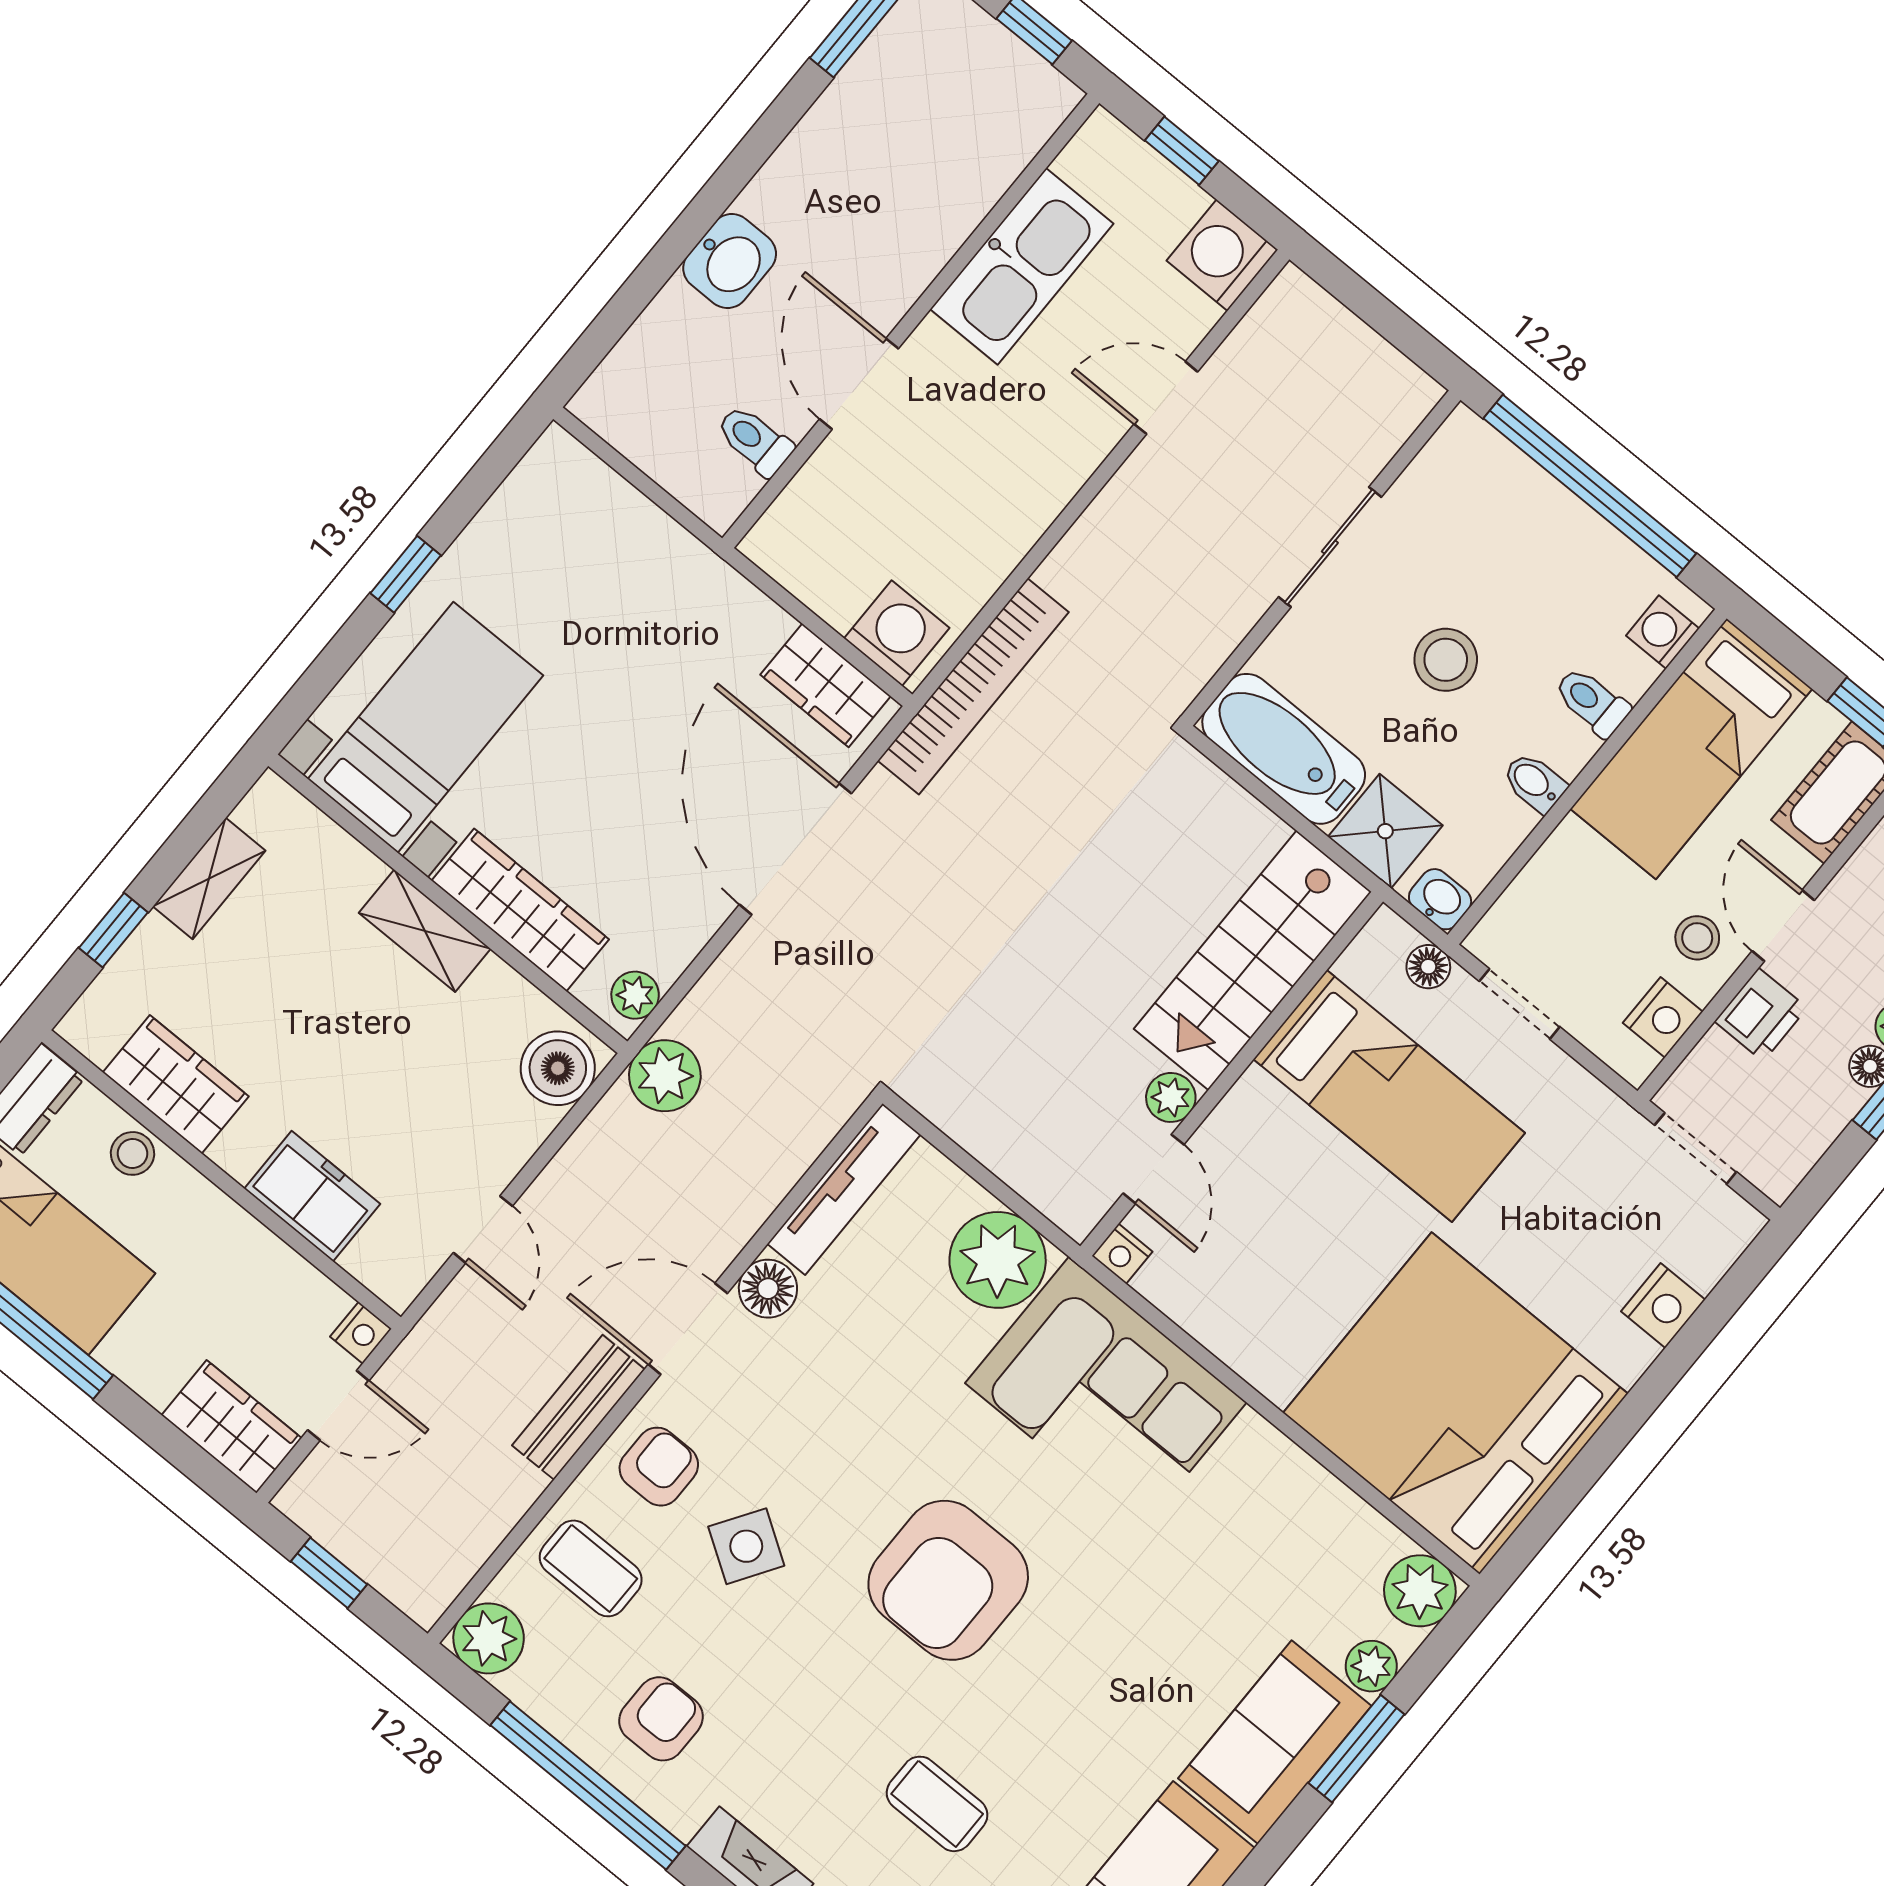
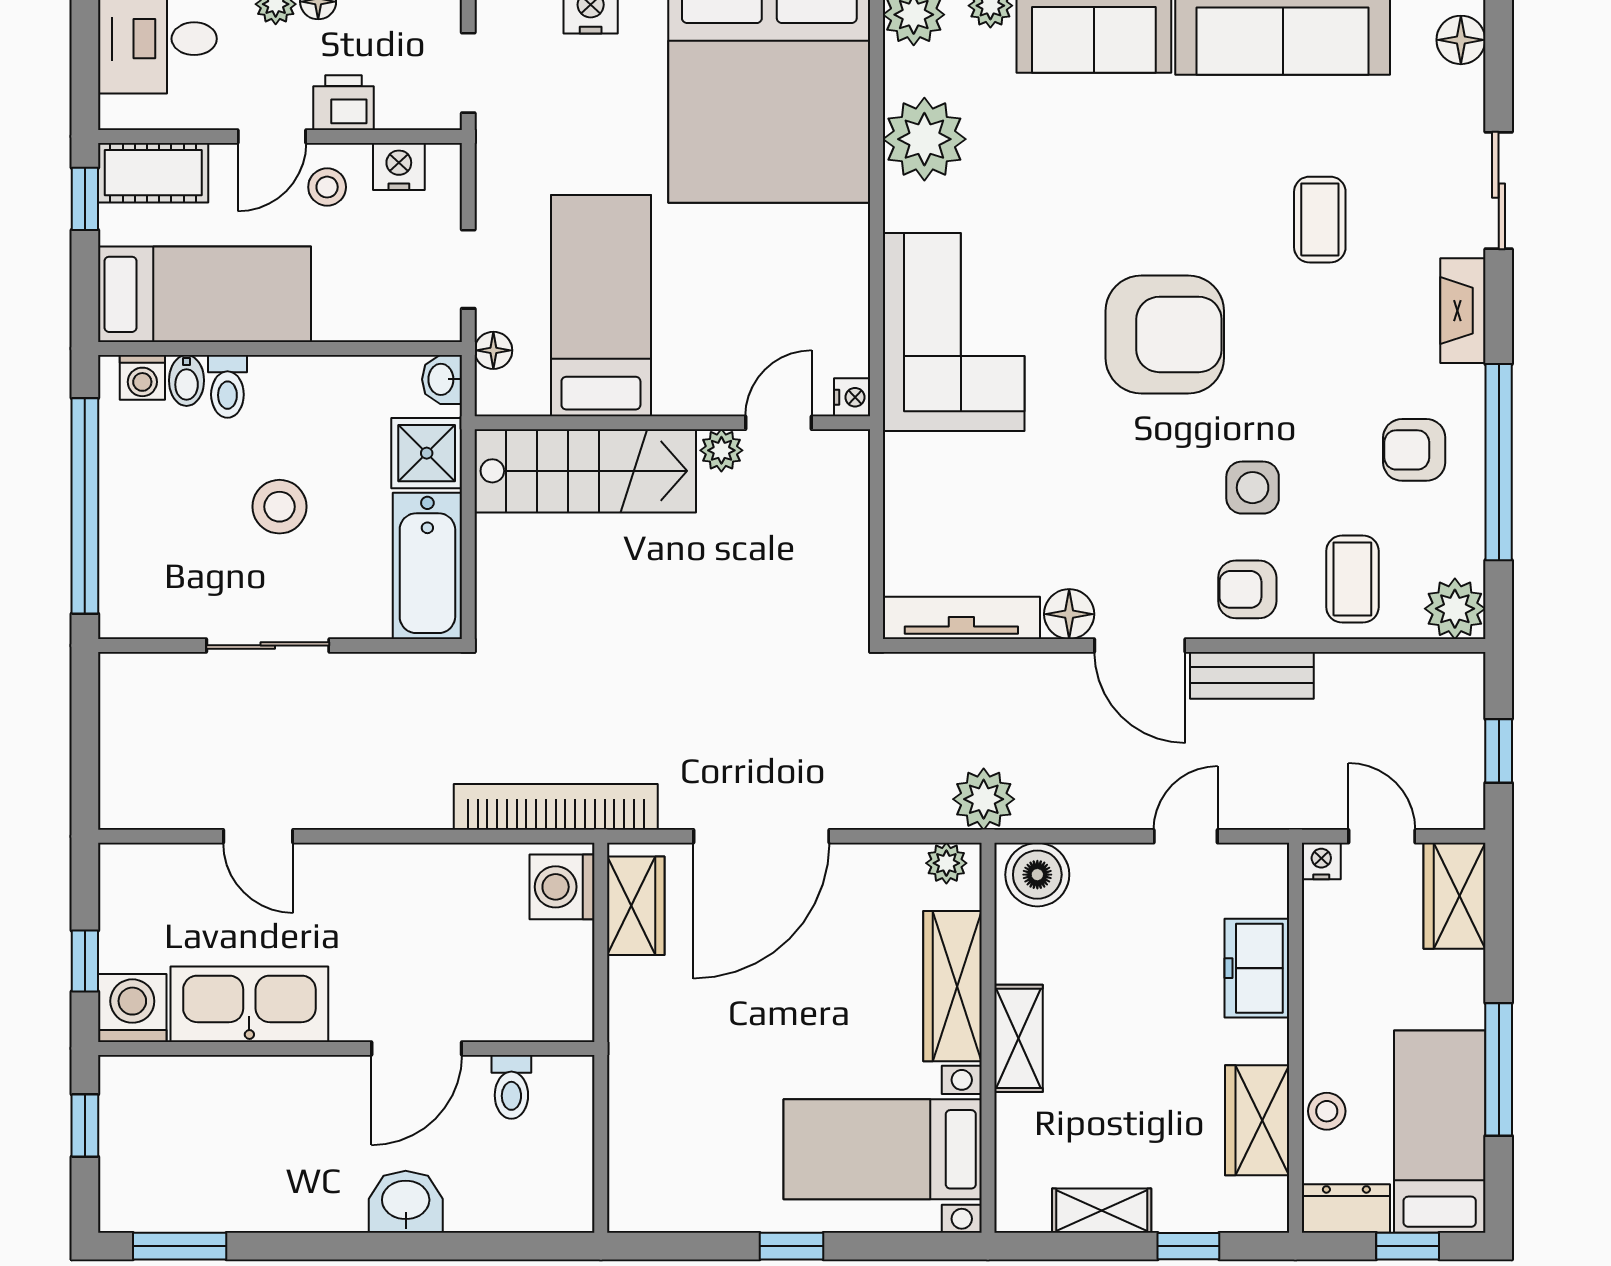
washing machine: (1222, 255) -> (132, 1008), moved, turned 180
bidet: (1534, 782) -> (187, 380), moved
plant: (998, 1260) -> (924, 139), moved
side table: (746, 1546) -> (1253, 488), turned -33

